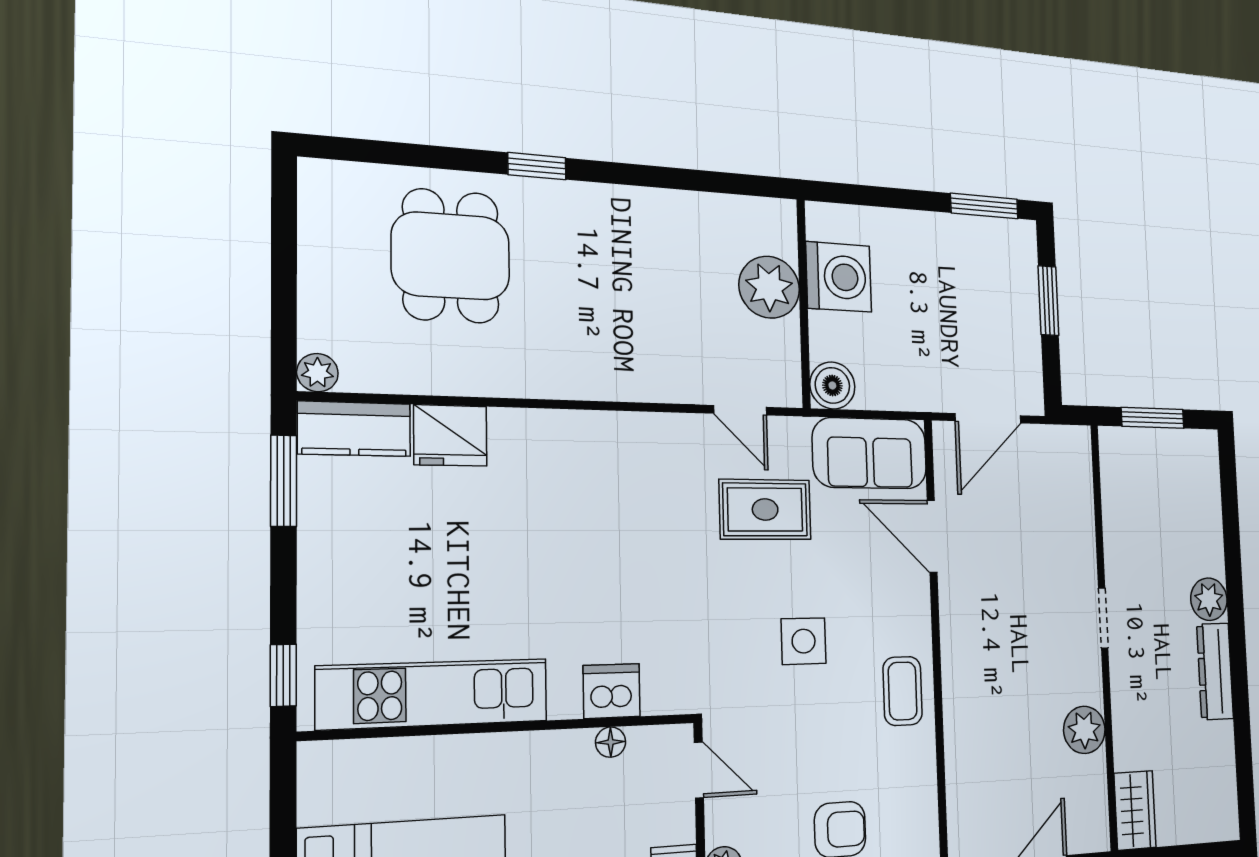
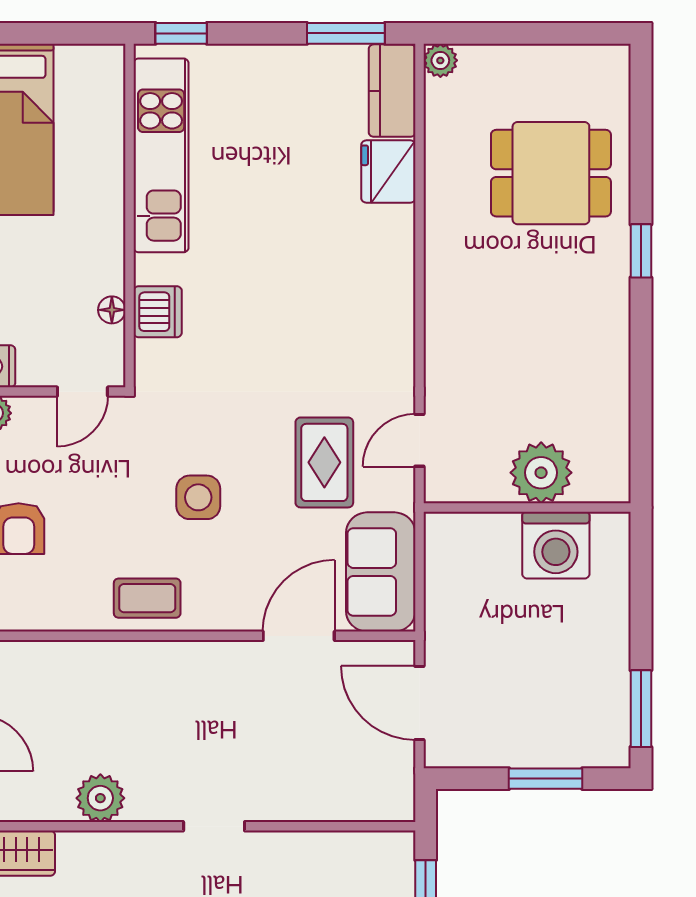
boiler: (832, 385) -> (447, 535), removed

